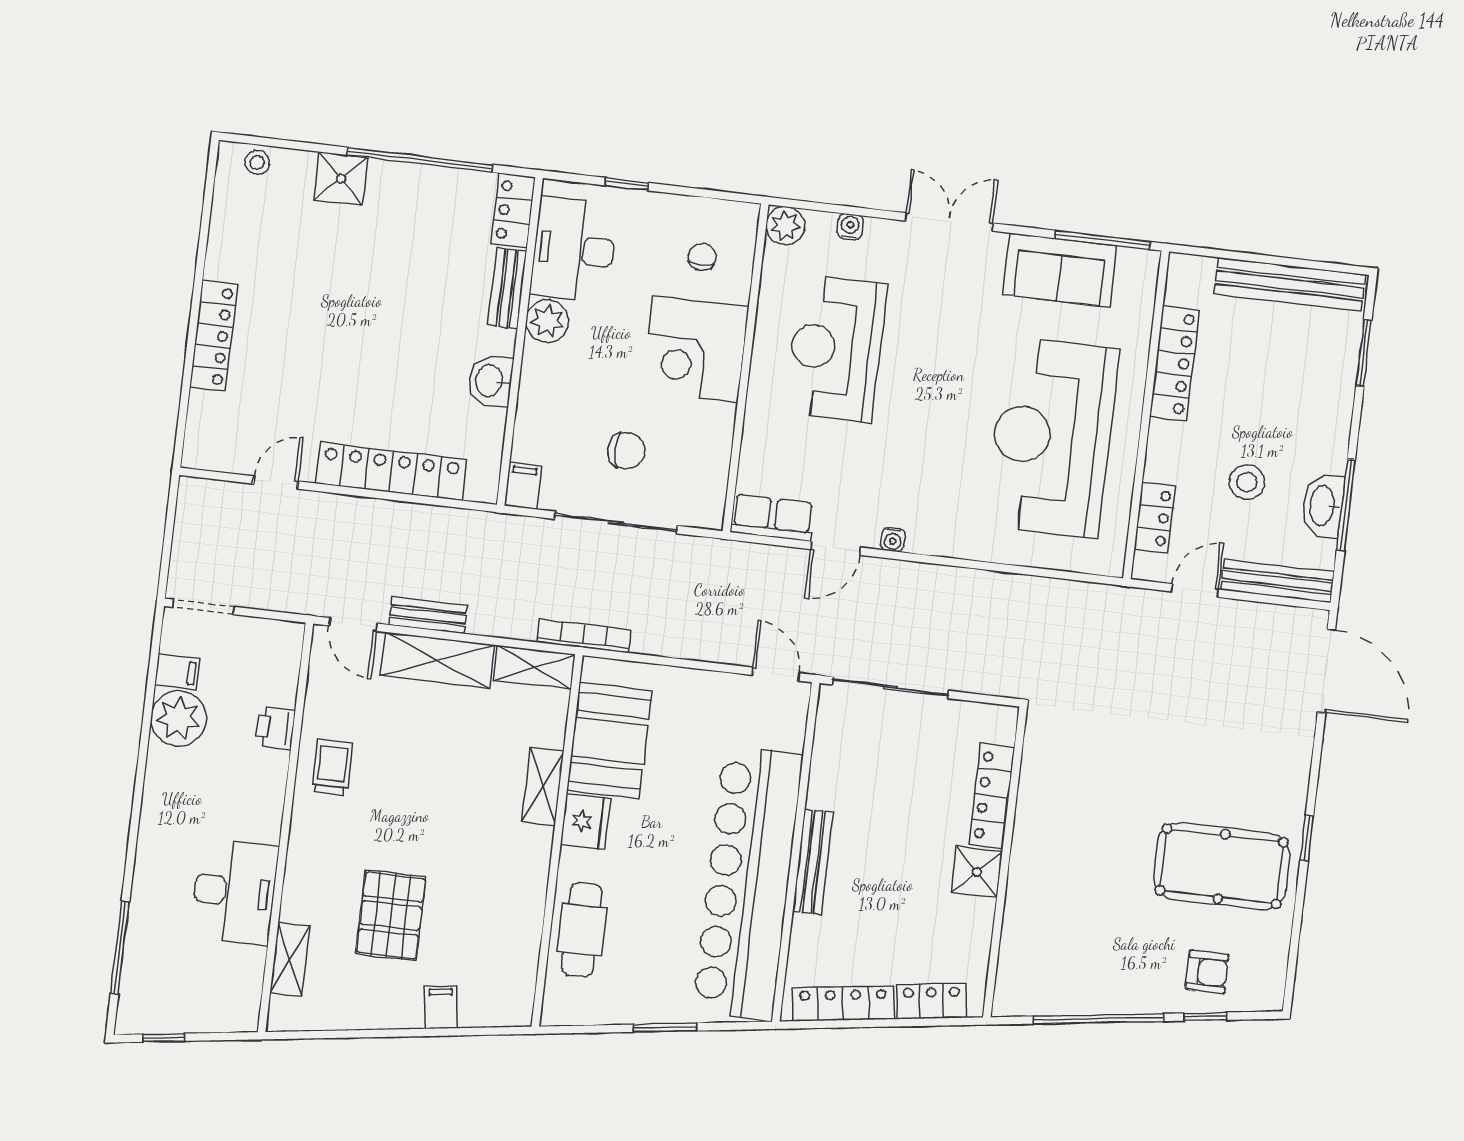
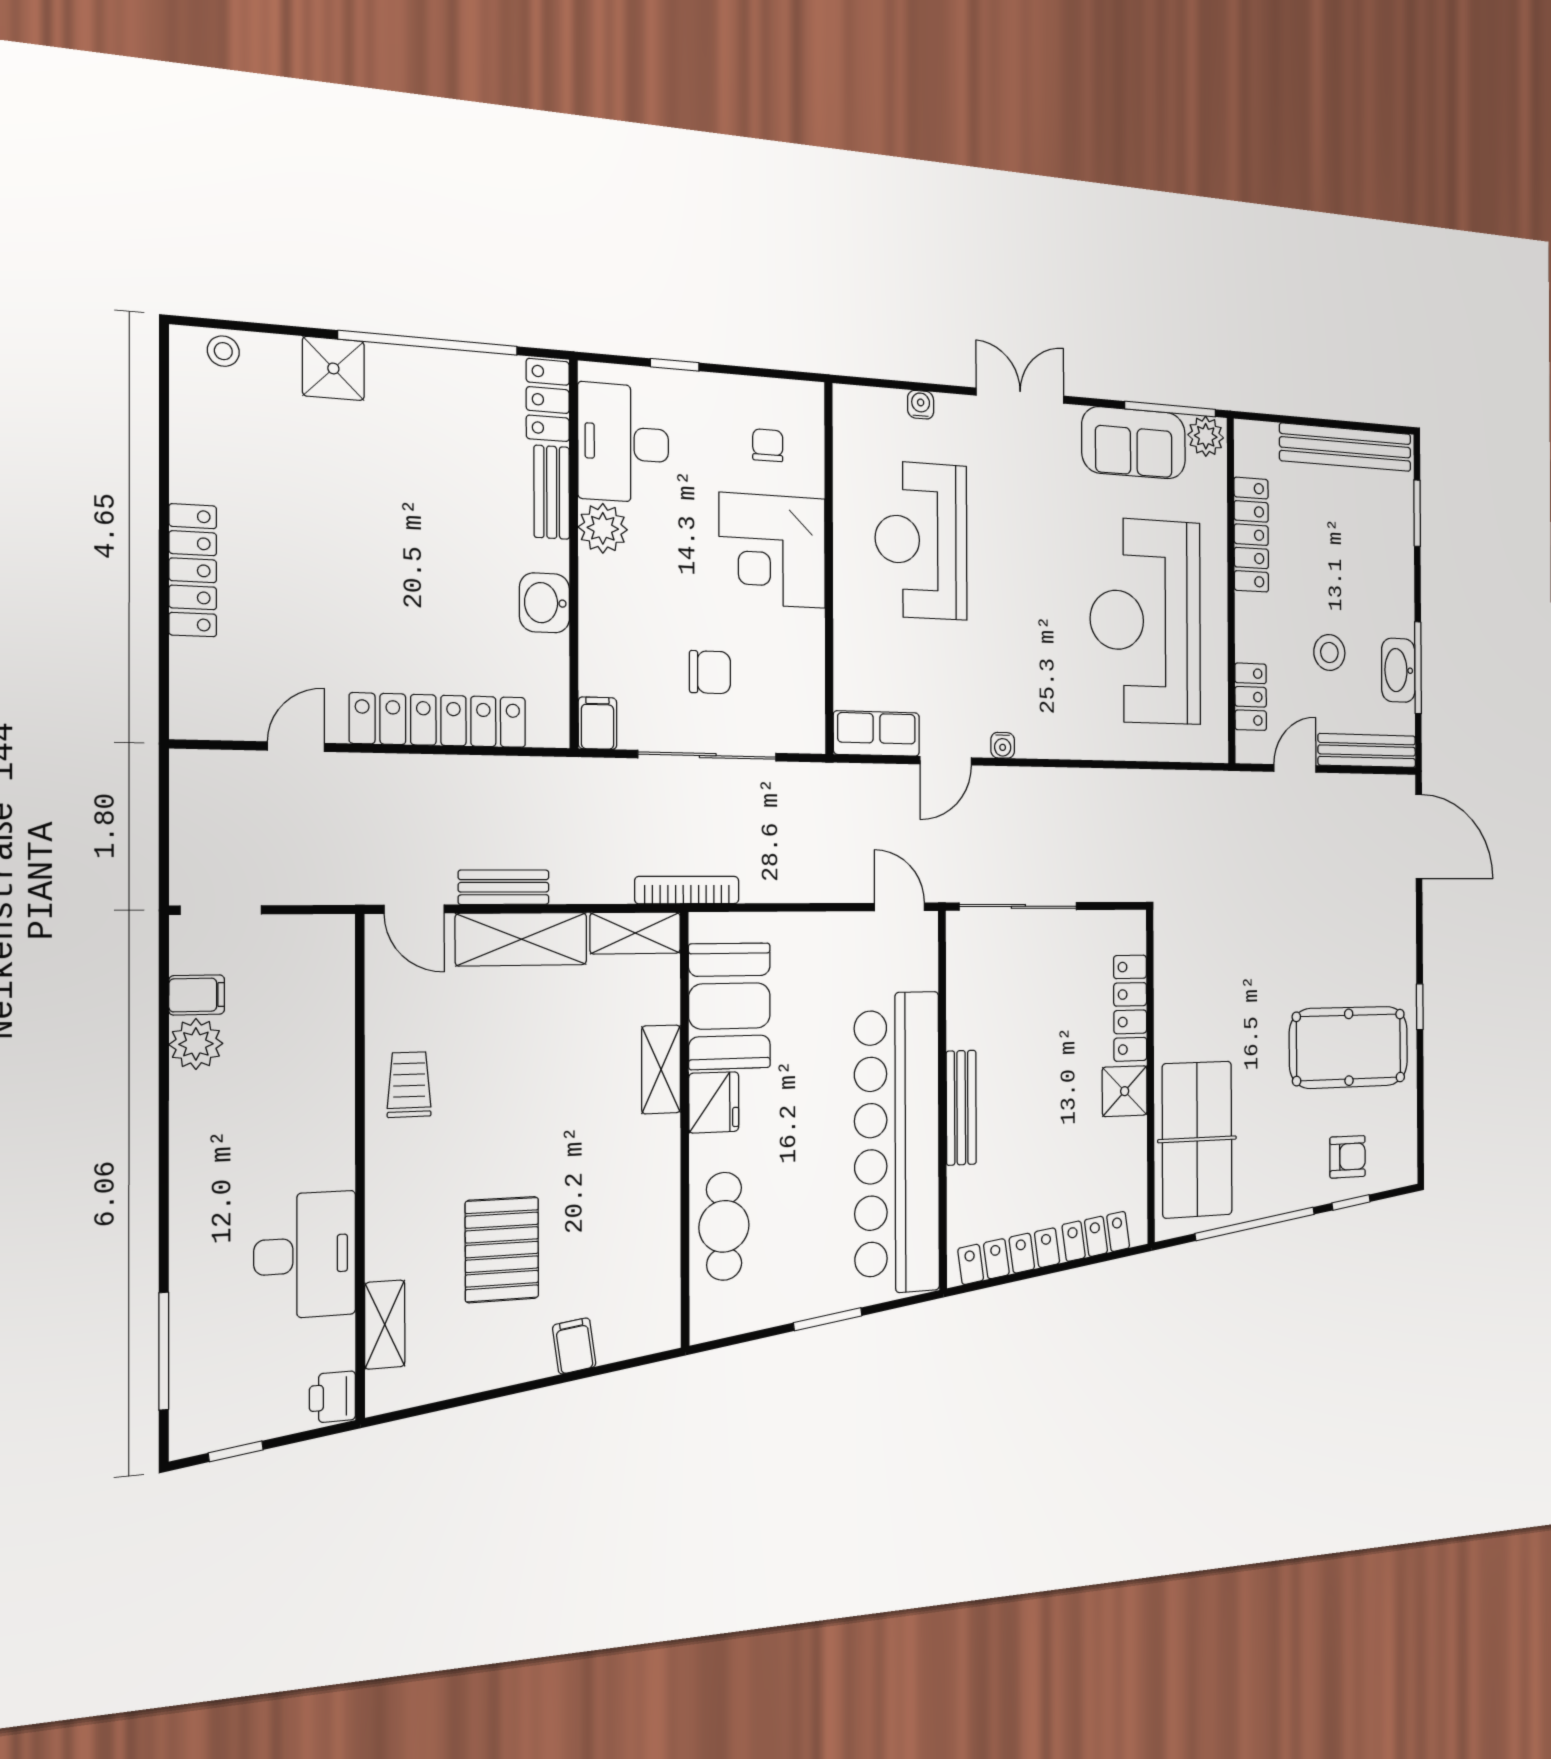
plant: (785, 226) -> (1206, 436), moved
plant: (179, 719) -> (196, 1044), width x0.73, depth x0.73
printer: (275, 728) -> (333, 1397), moved
table tennis table: (1047, 929) -> (1197, 1139), added

